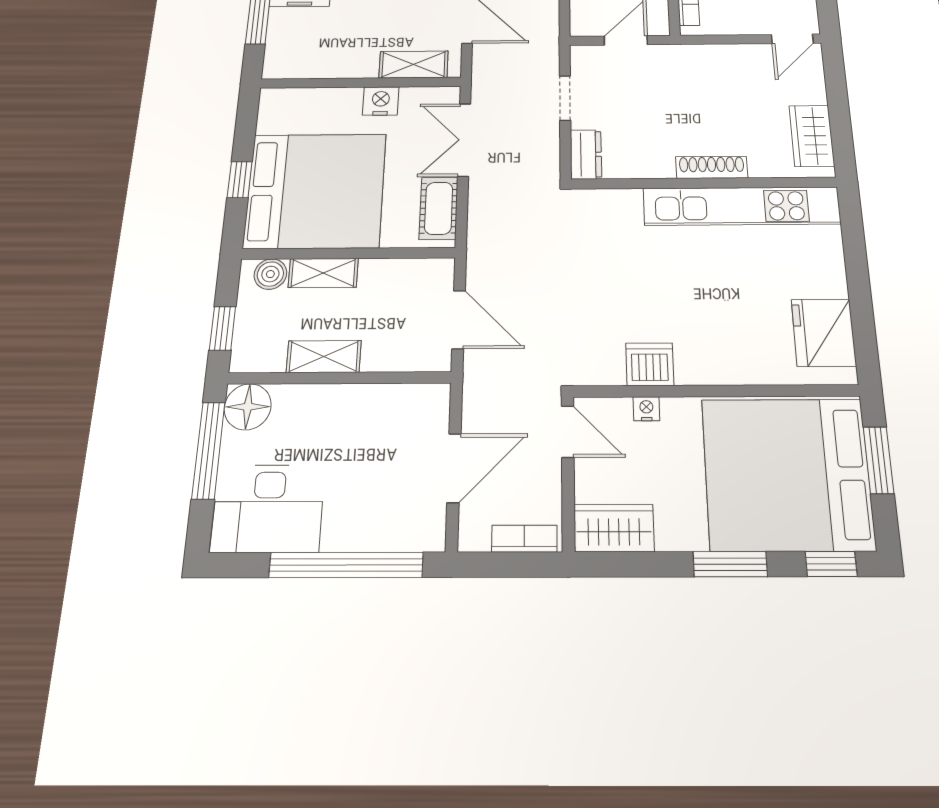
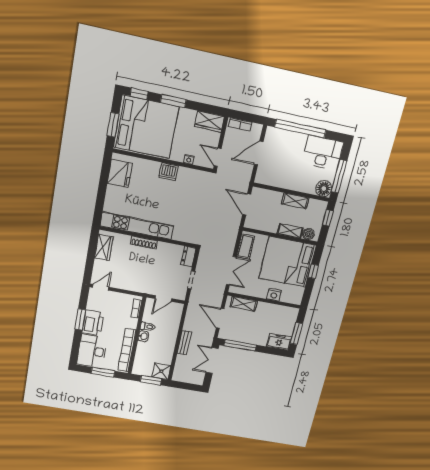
nightstand: (381, 101) -> (274, 295), moved
dishwasher: (650, 364) -> (168, 172), moved

